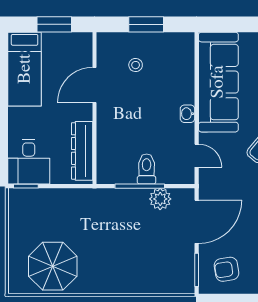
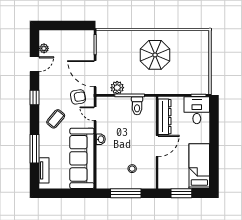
window: (146, 24) -> (126, 193), width x1.44
door: (95, 85) -> (157, 146), moved
toilet: (147, 169) -> (137, 106), moved
door: (197, 222) -> (95, 74), hinge flipped
parasol: (53, 266) -> (155, 55), moved
armchair: (227, 269) -> (78, 97), moved

